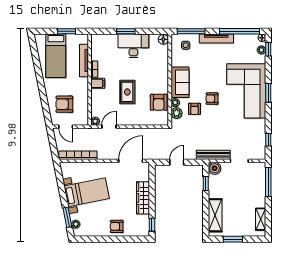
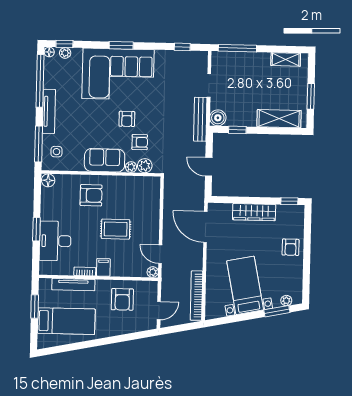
desk: (133, 46) -> (55, 241), moved
armchair: (159, 102) -> (91, 195), moved
armchair: (64, 104) -> (122, 299), moved

